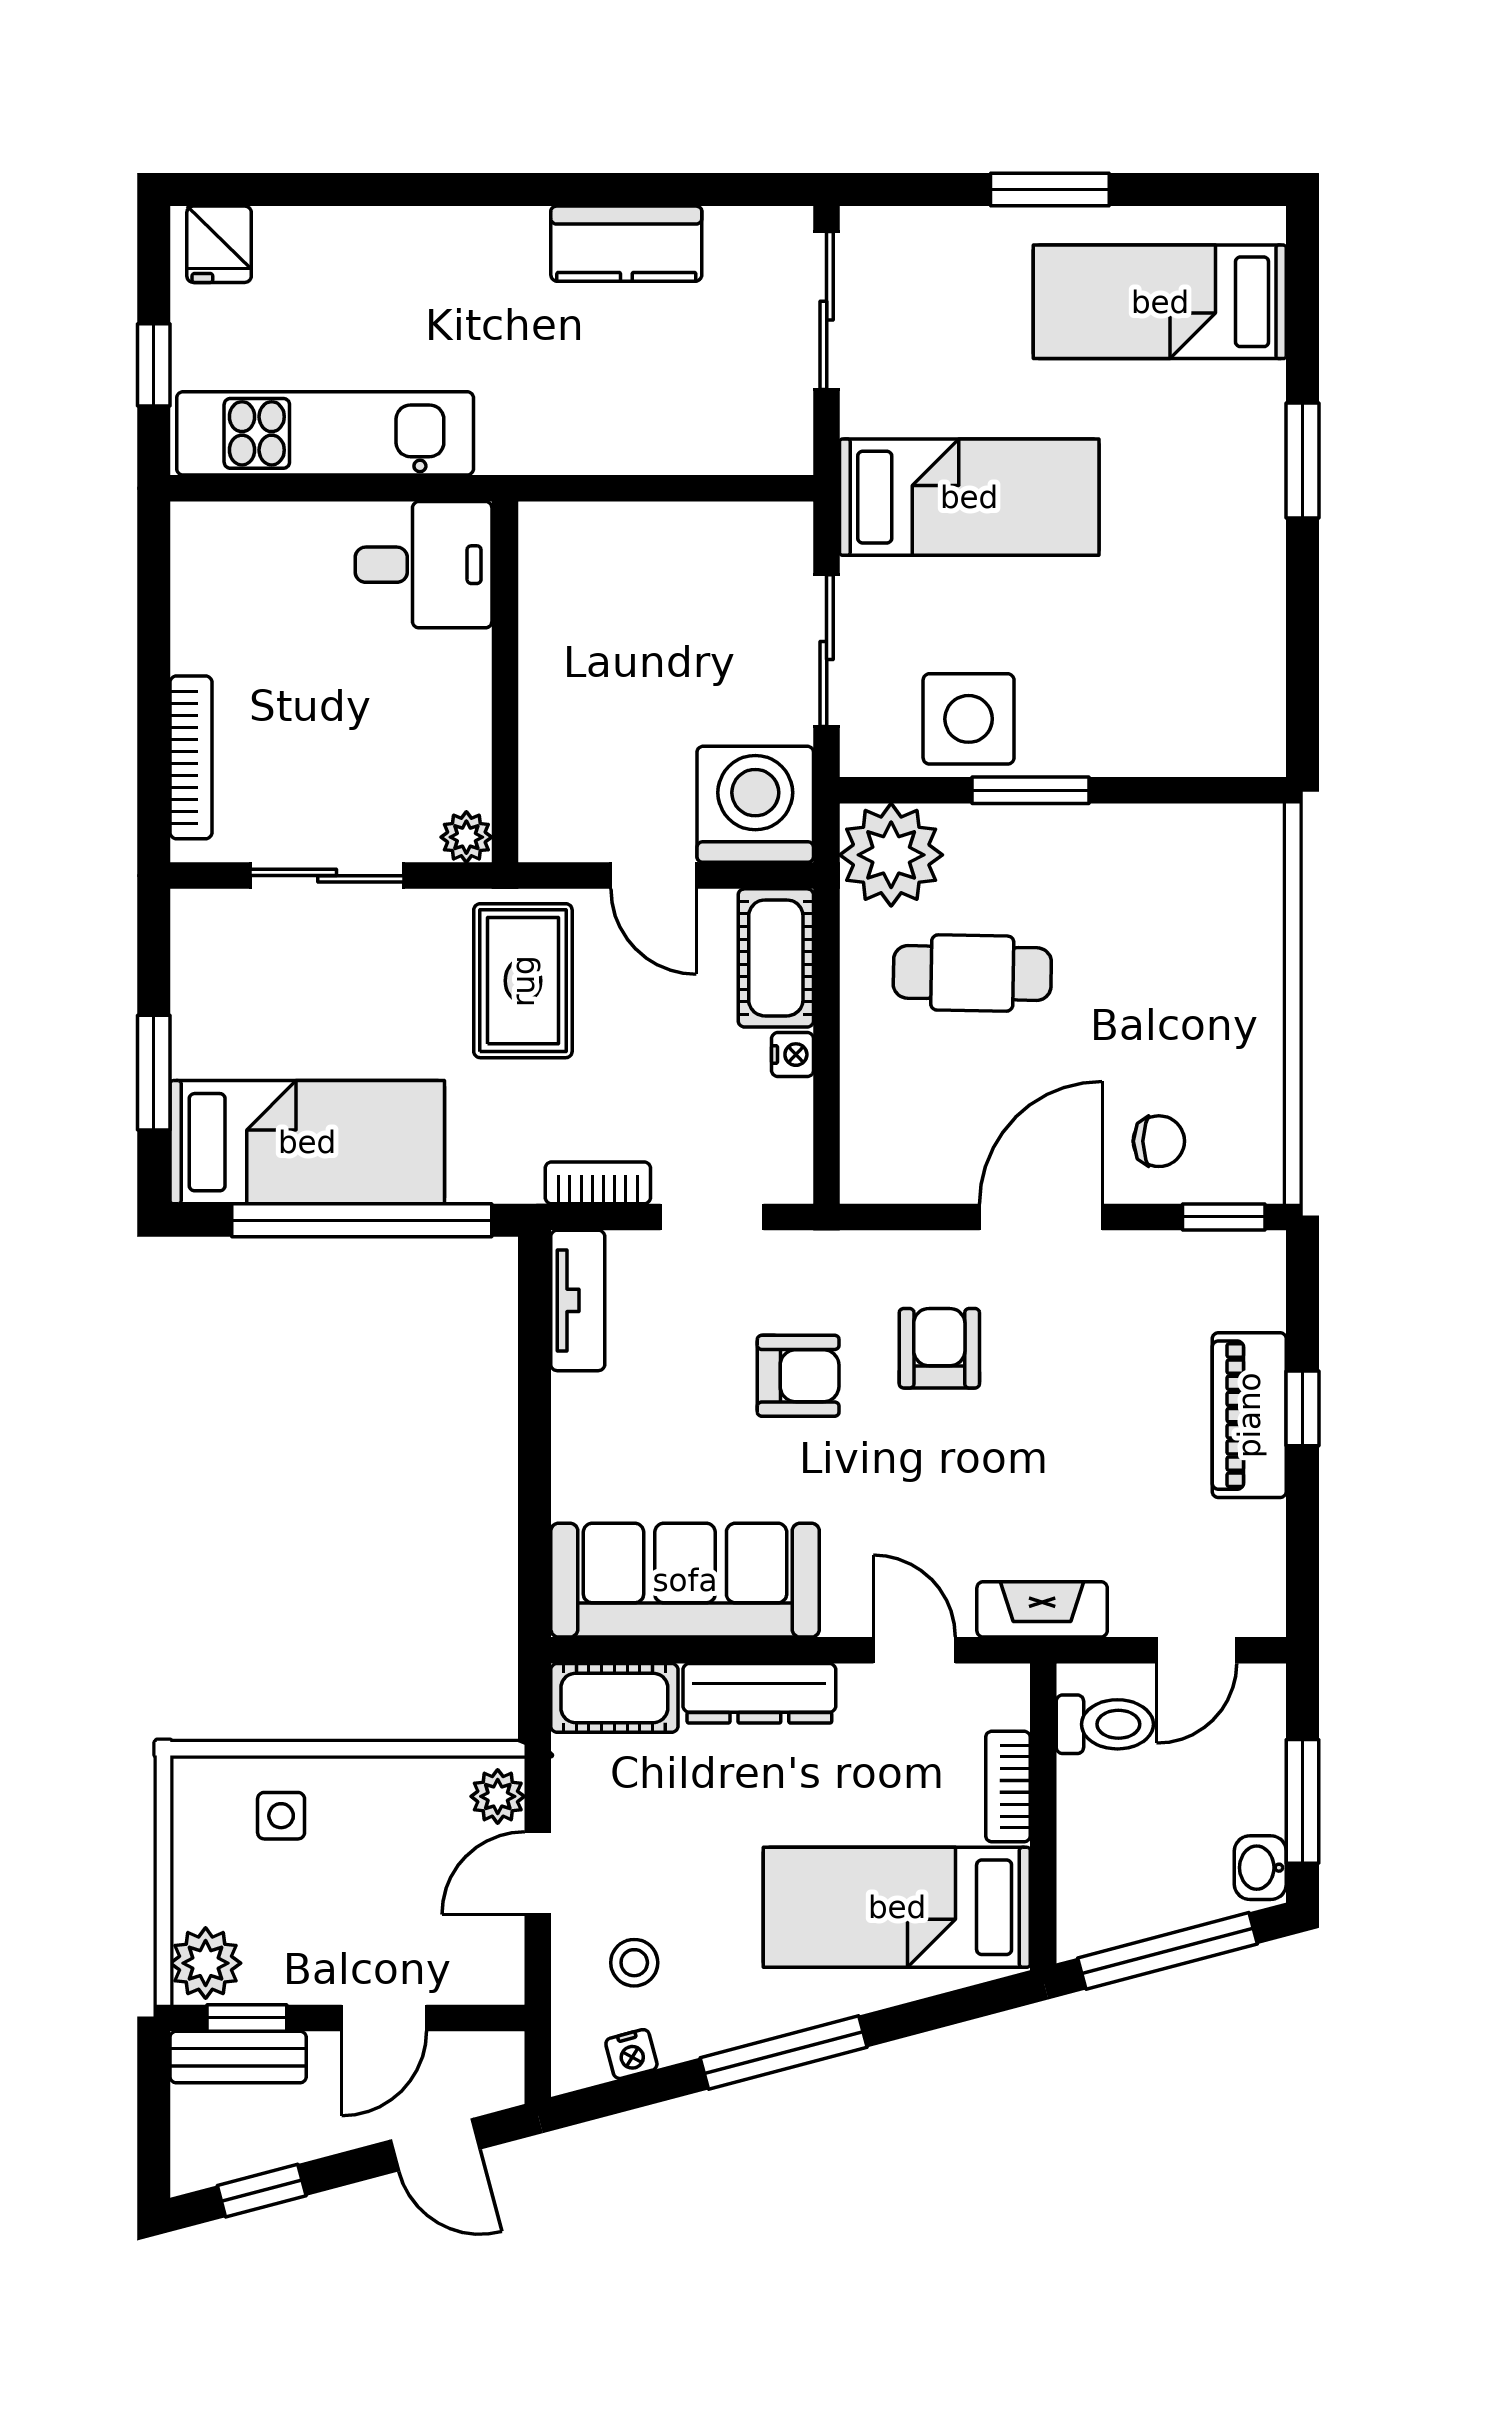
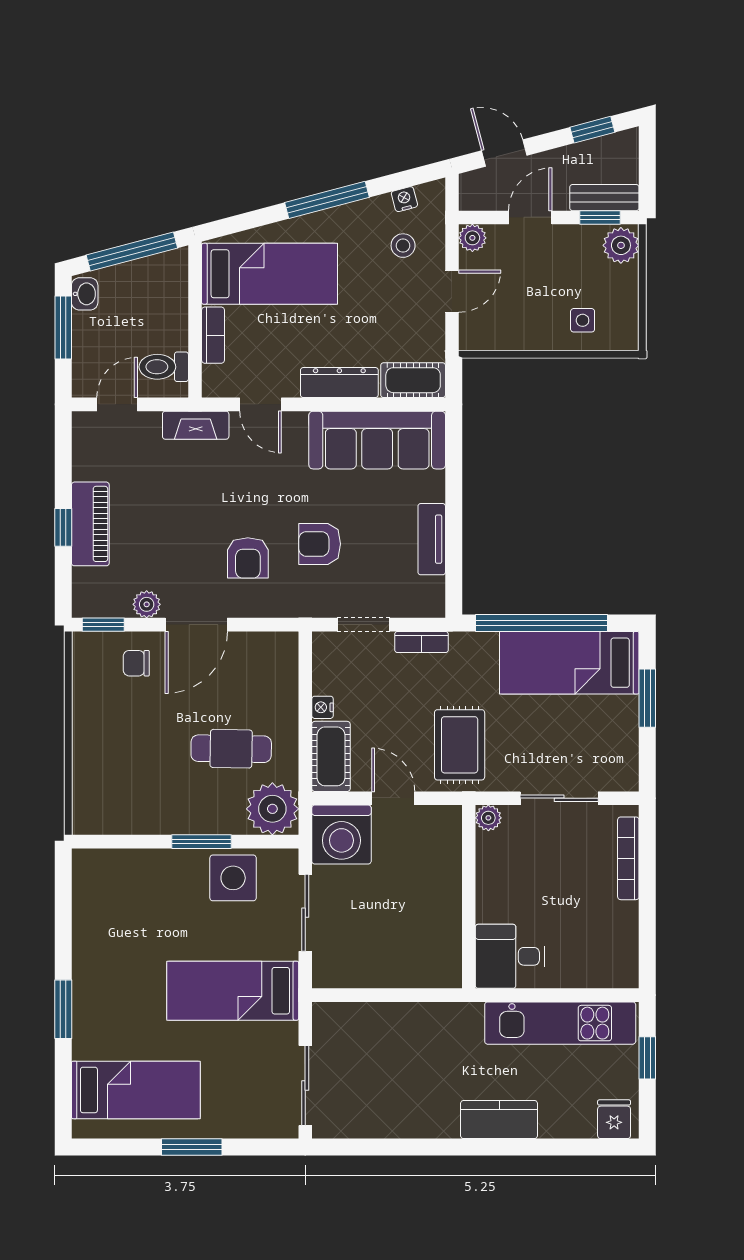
kitchen counter: (626, 244) -> (499, 1120), moved
plant: (1139, 1257) -> (147, 604), added
tv unit: (578, 1300) -> (432, 539), moved
plant: (498, 1796) -> (472, 238), moved

